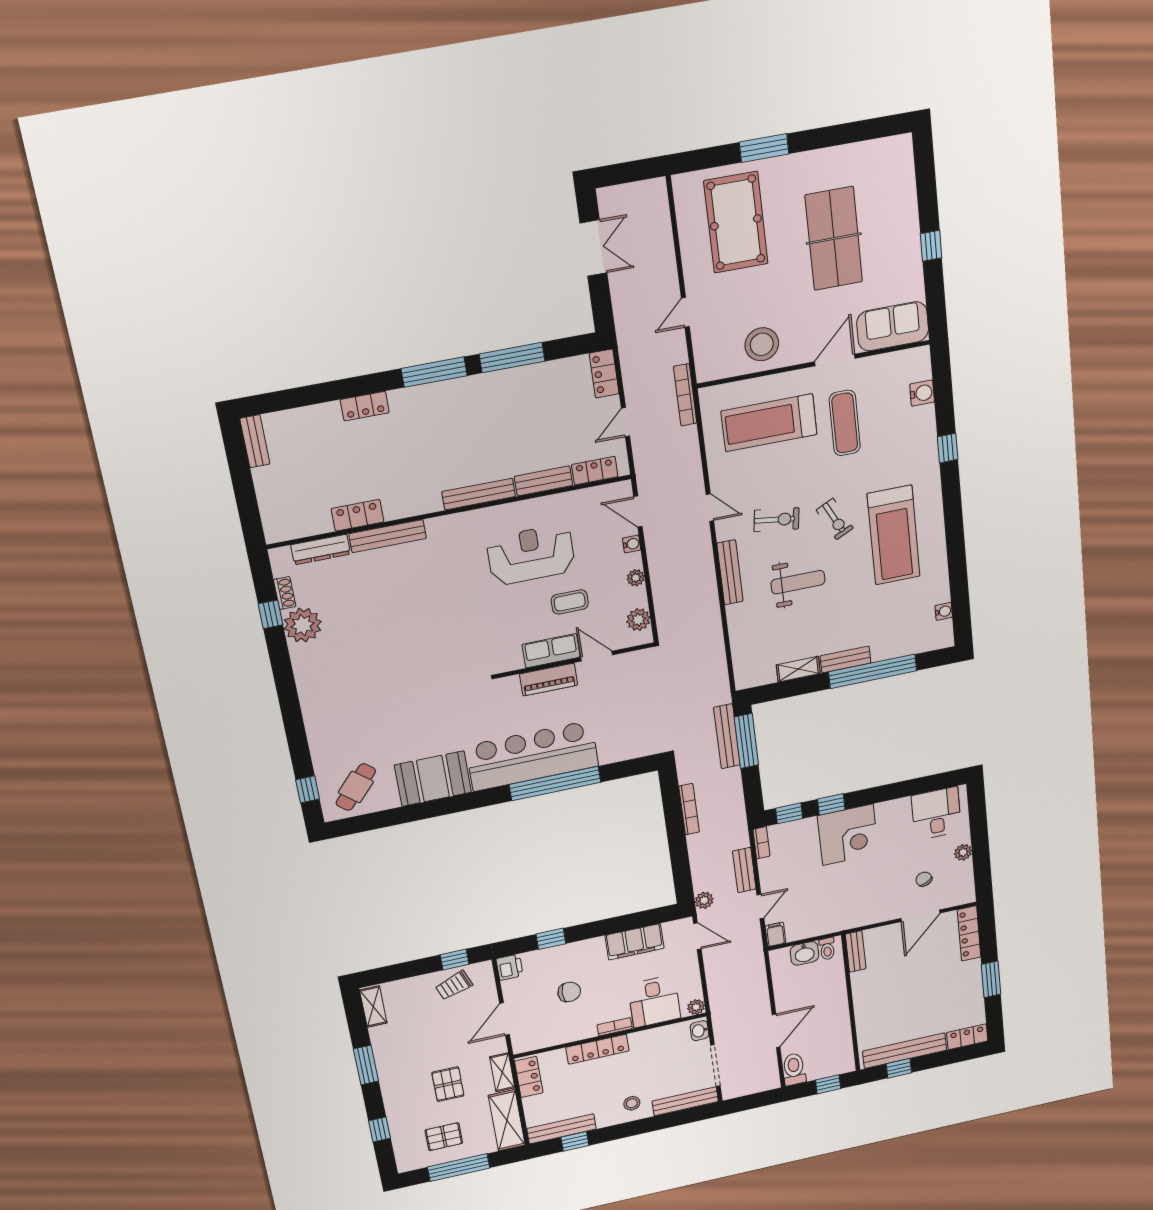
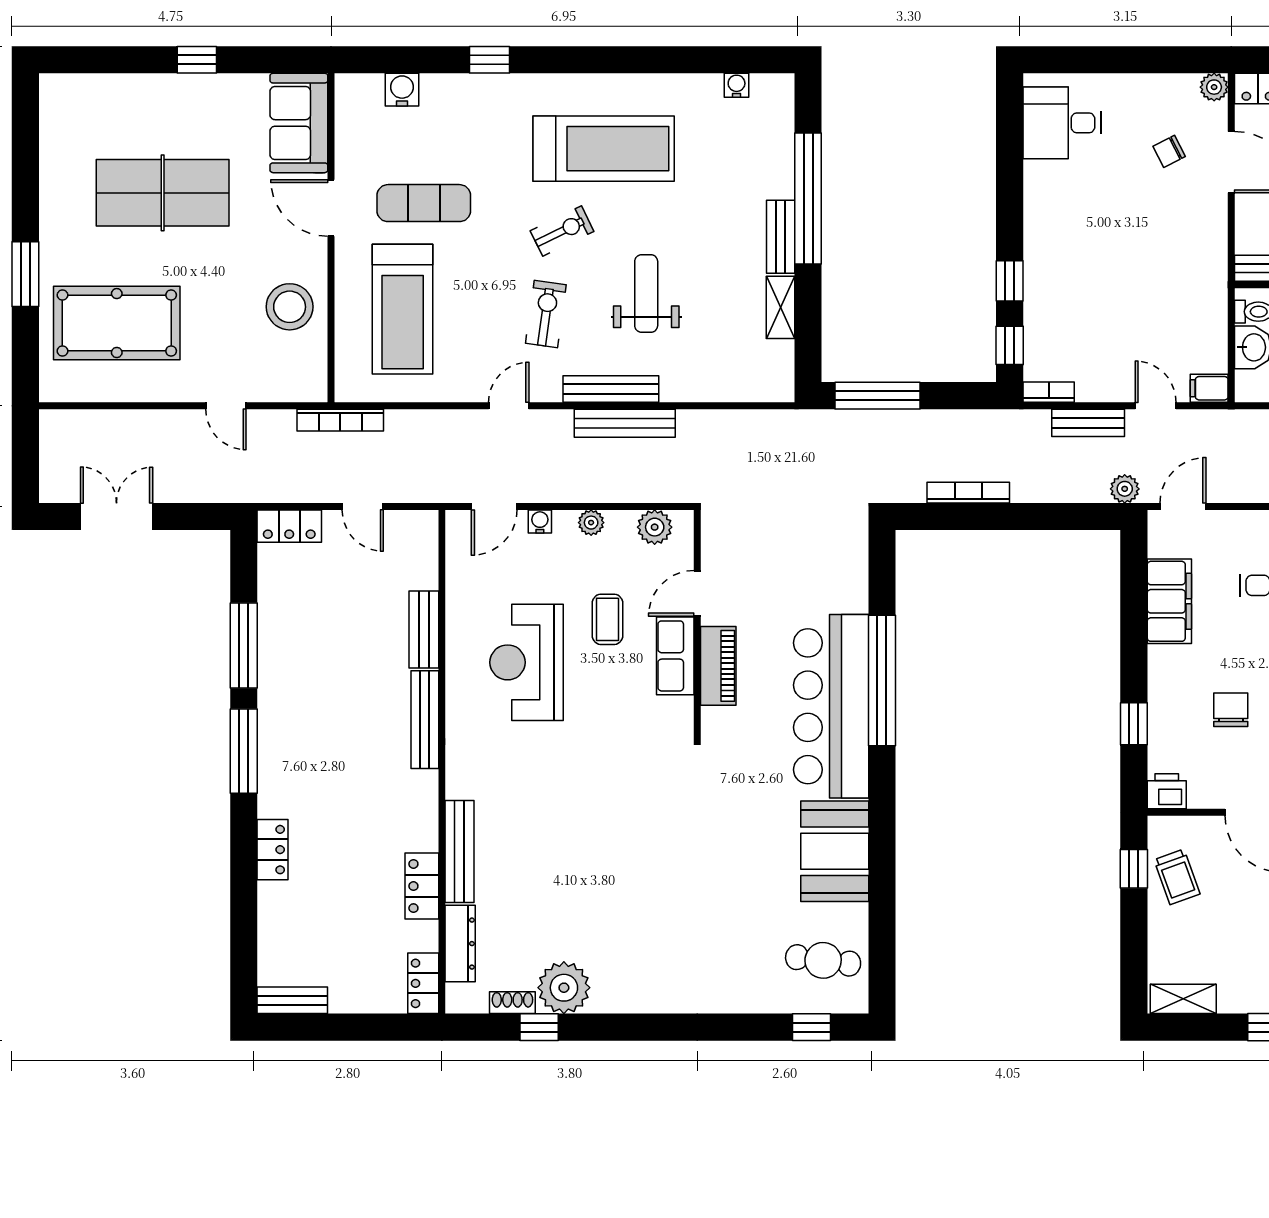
locker: (595, 471) -> (423, 983), moved
bench: (727, 736) -> (625, 423), moved
cafe table: (356, 787) -> (823, 960), turned -34
corner desk: (848, 835) -> (1066, 261), removed
plant: (963, 852) -> (1214, 87), moved

